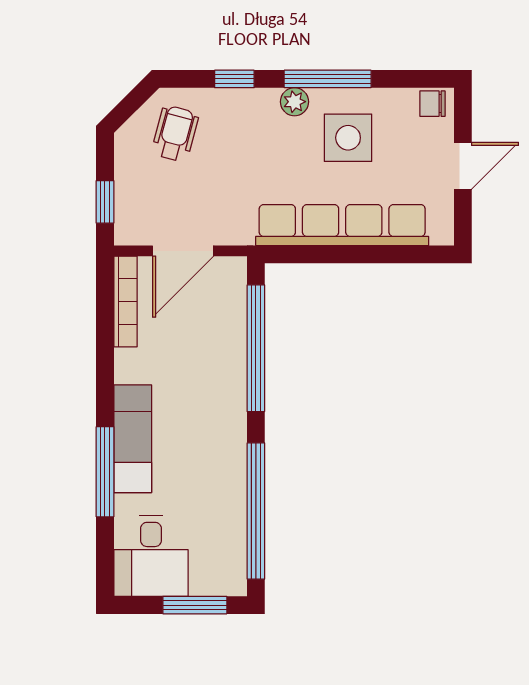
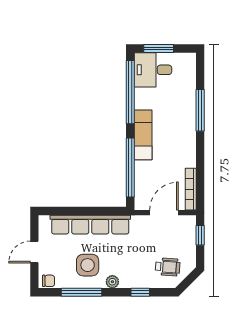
window: (328, 79) -> (81, 292), moved
wheelchair: (175, 134) -> (168, 267), turned -101
exam couch: (133, 439) -> (143, 135), moved, turned 180
desk: (151, 556) -> (153, 70), moved, turned -90

